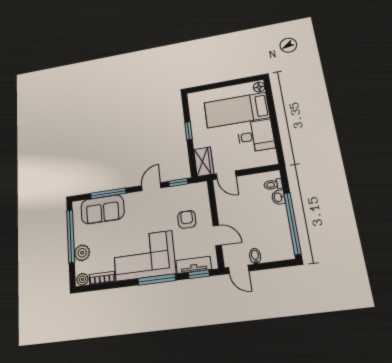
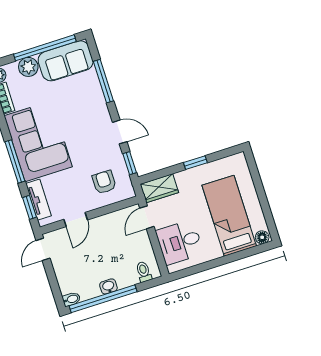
desk: (256, 136) -> (180, 242), moved, turned 90
washbasin: (278, 197) -> (108, 286), moved
sofa: (102, 209) -> (66, 61), moved, turned -90
armchair: (187, 219) -> (104, 182), moved, turned -90
bidet: (255, 256) -> (71, 299), moved

